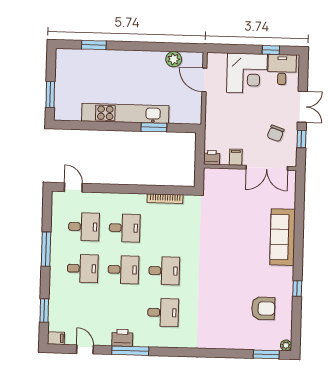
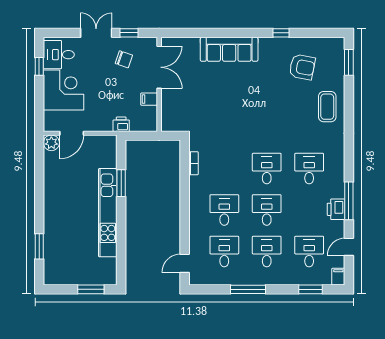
plant: (174, 59) -> (51, 143), moved
printer: (212, 157) -> (121, 124), moved, turned 90
bookcase: (165, 199) -> (193, 163), width x0.64
armchair: (263, 308) -> (302, 67), turned 101
desk: (81, 310) -> (309, 252), added
coffee table: (223, 332) -> (327, 107), added
plant: (286, 345) -> (339, 43), removed

